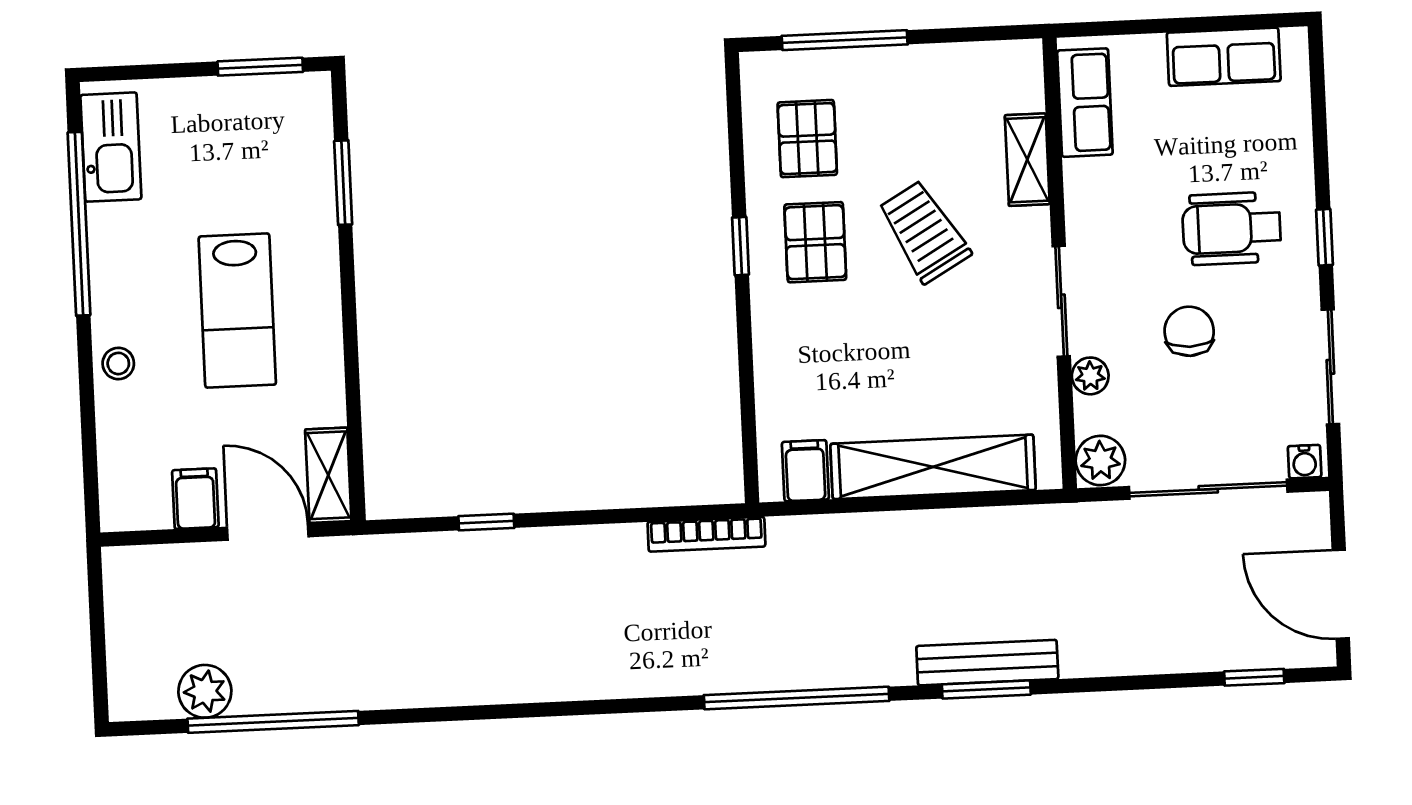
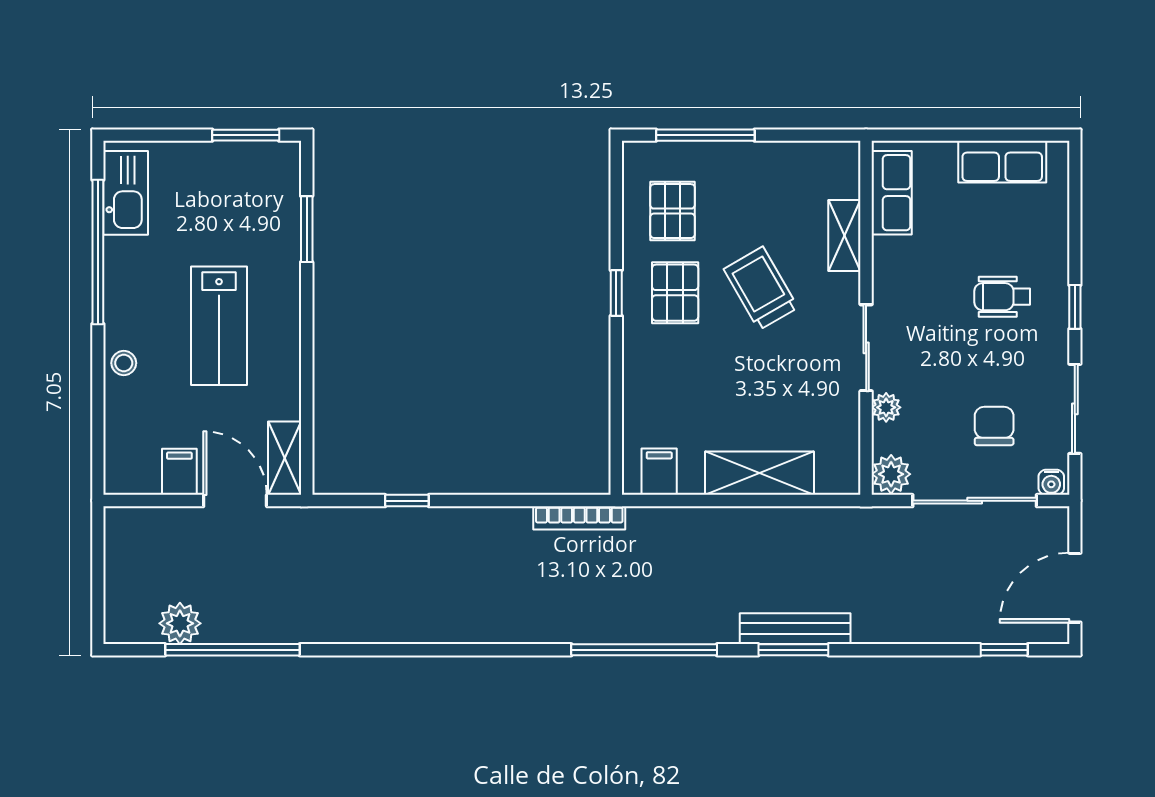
wheelchair: (1231, 228) -> (1002, 297), width x0.73, depth x0.73
chair: (1189, 331) -> (994, 426), moved
shelving: (933, 467) -> (759, 473), width x0.68
door: (1341, 594) -> (1075, 588), hinge flipped

